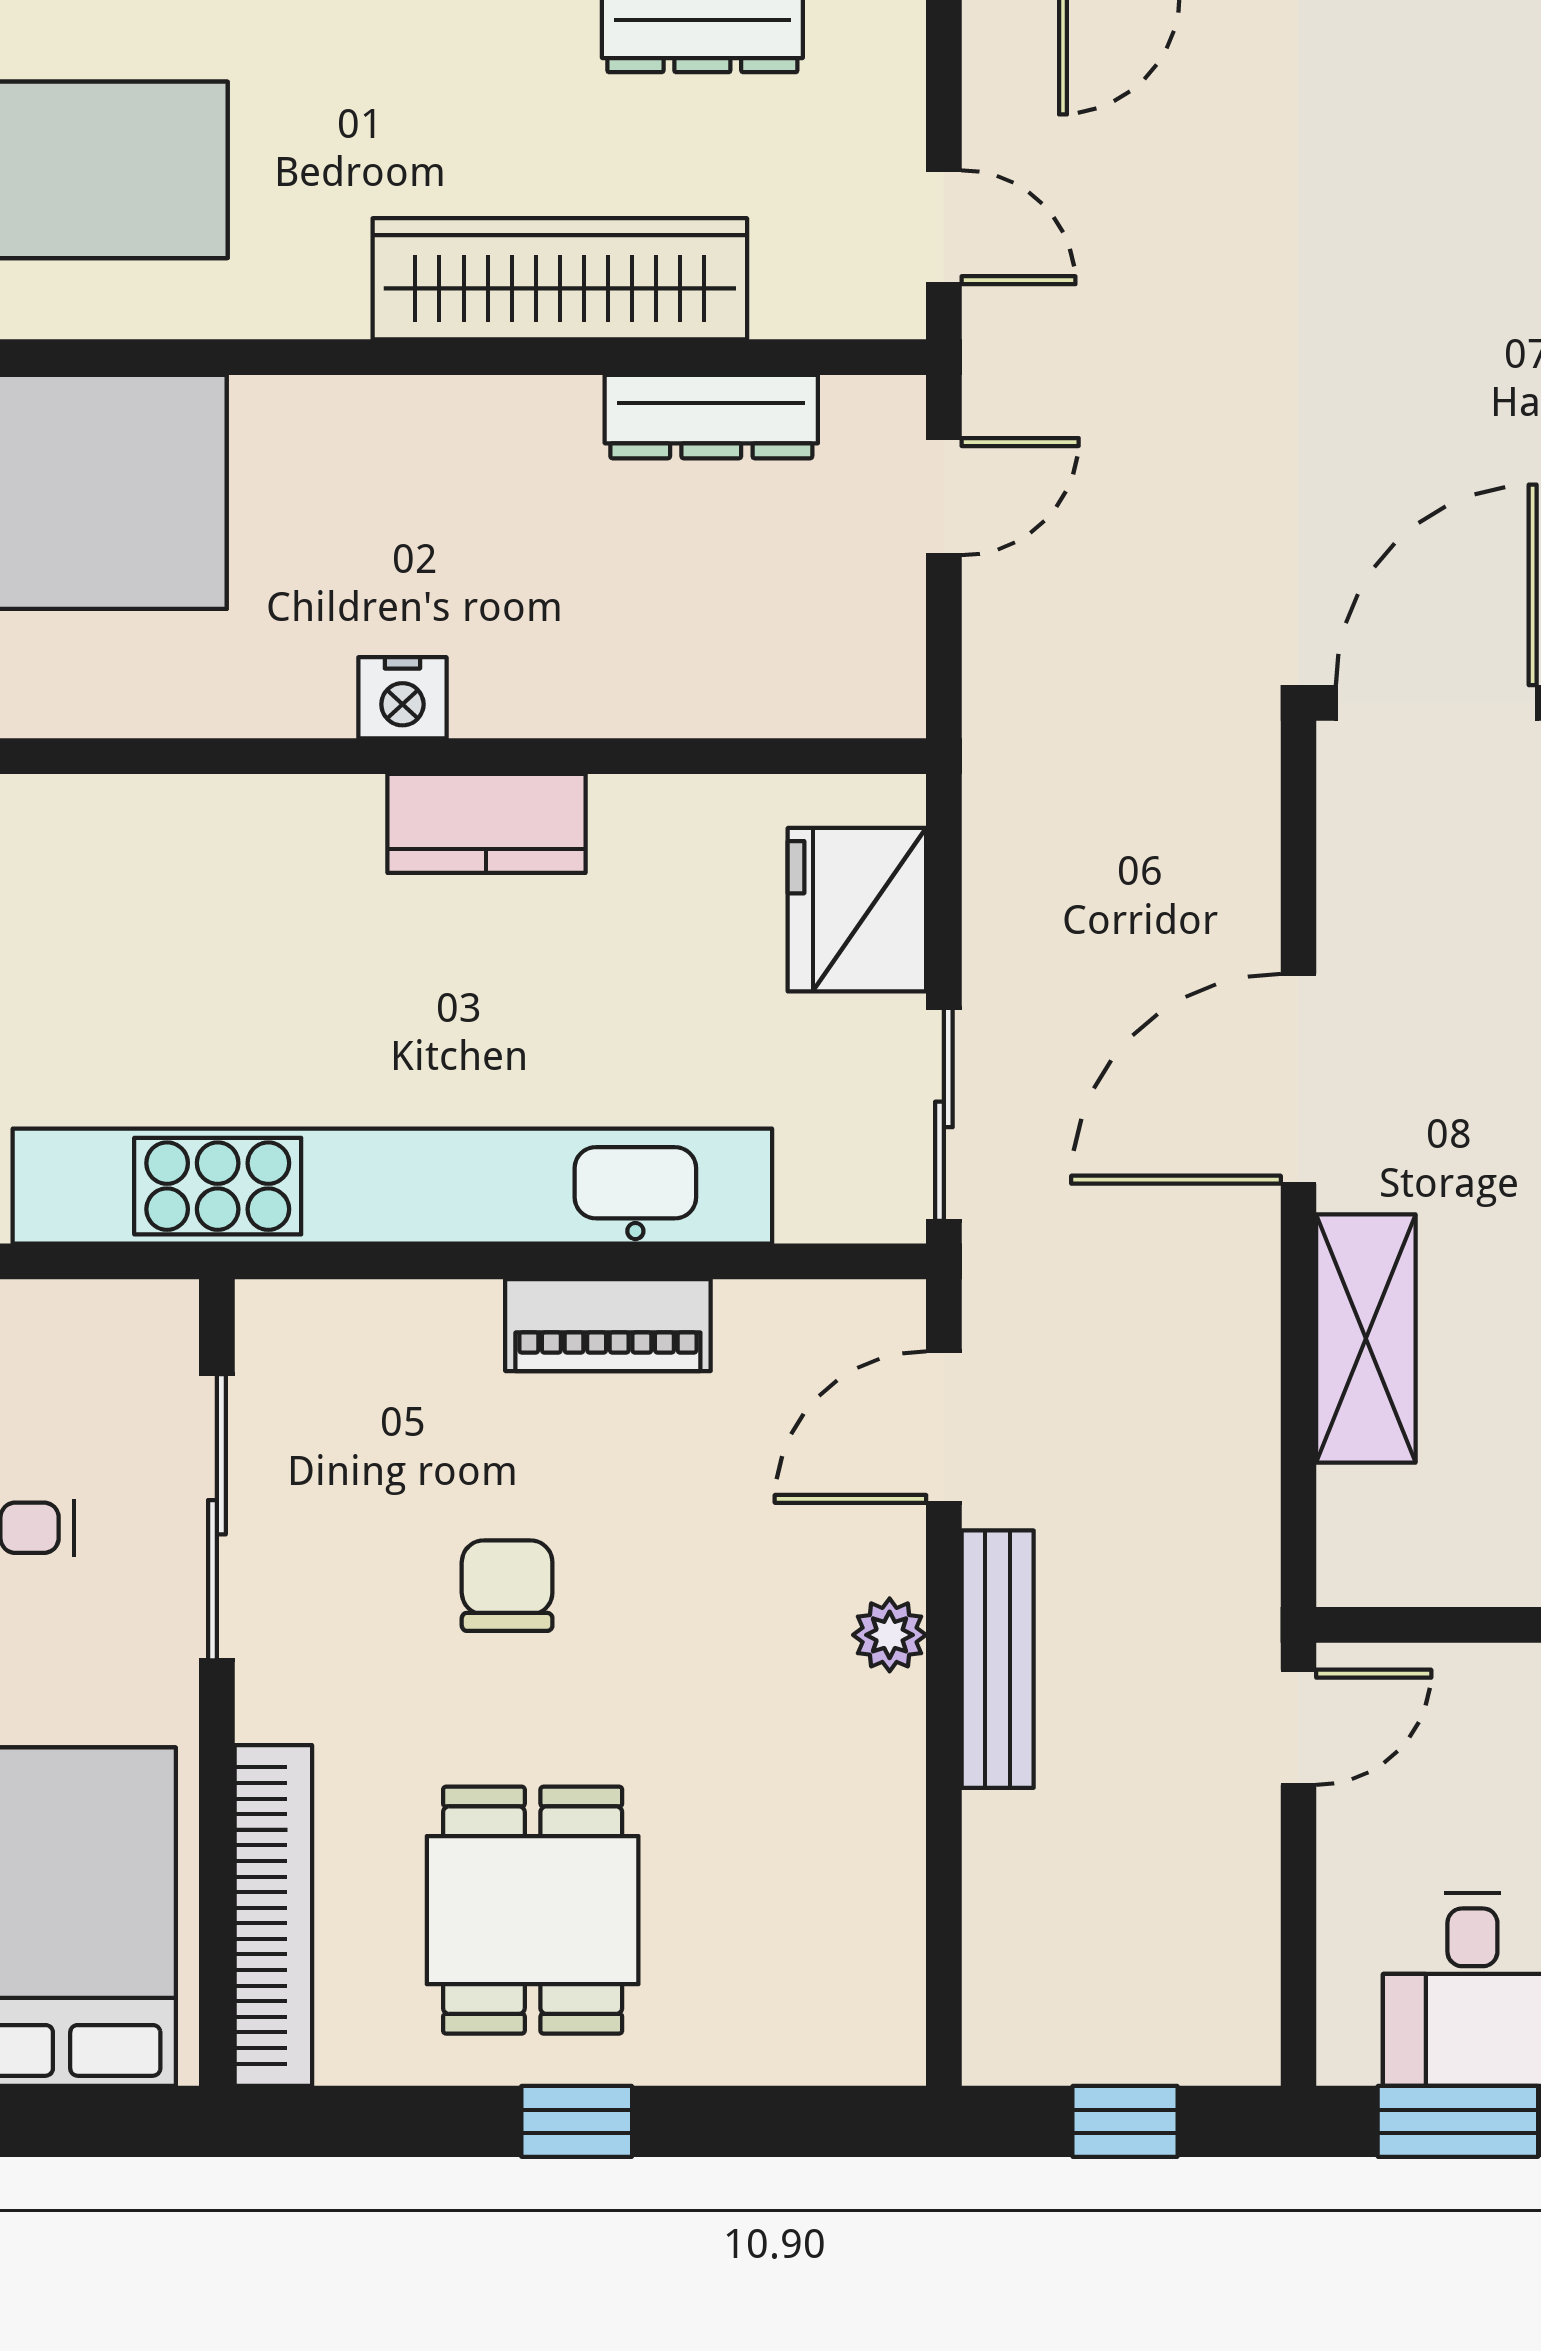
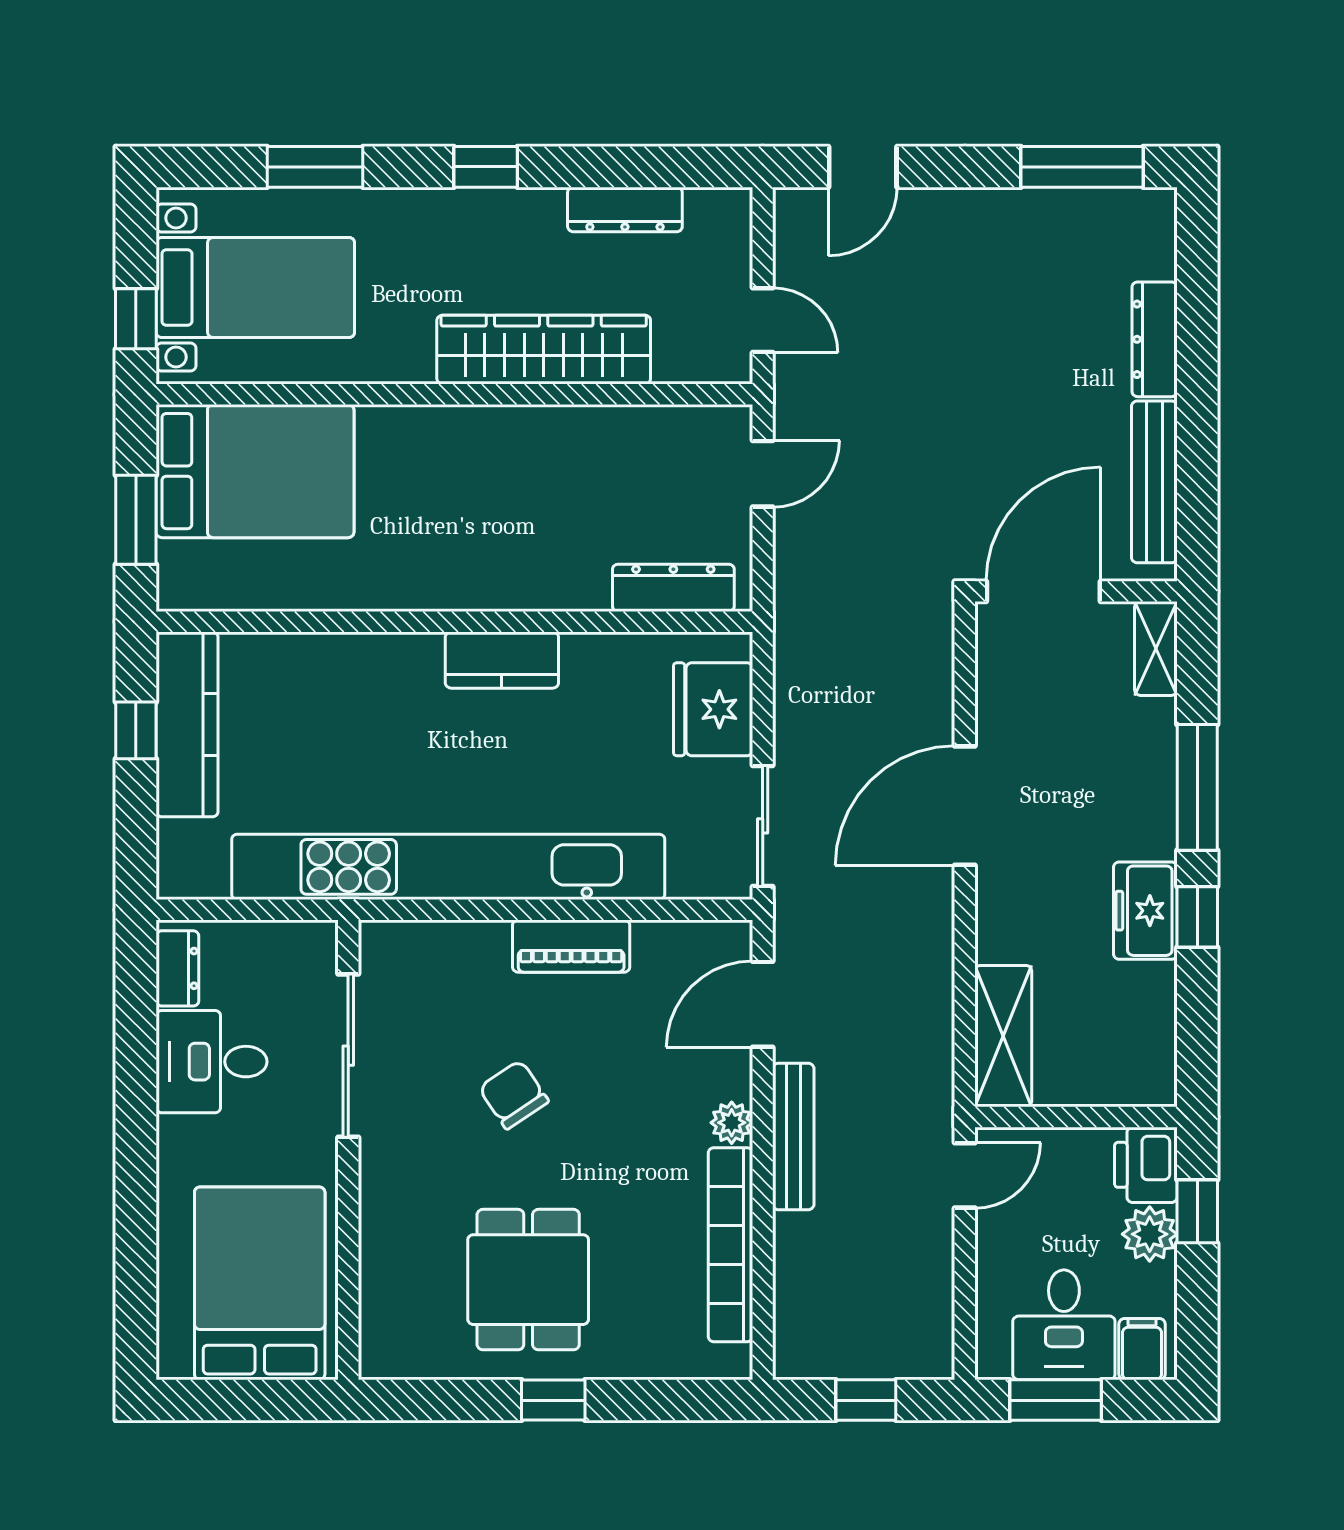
dresser: (711, 417) -> (673, 588), moved, turned 180
nightstand: (402, 698) -> (454, 588), removed
shelving: (1366, 1338) -> (1003, 1036), moved
chair: (507, 1586) -> (514, 1095), turned -34
bookcase: (273, 1915) -> (730, 1245), moved, turned 180

